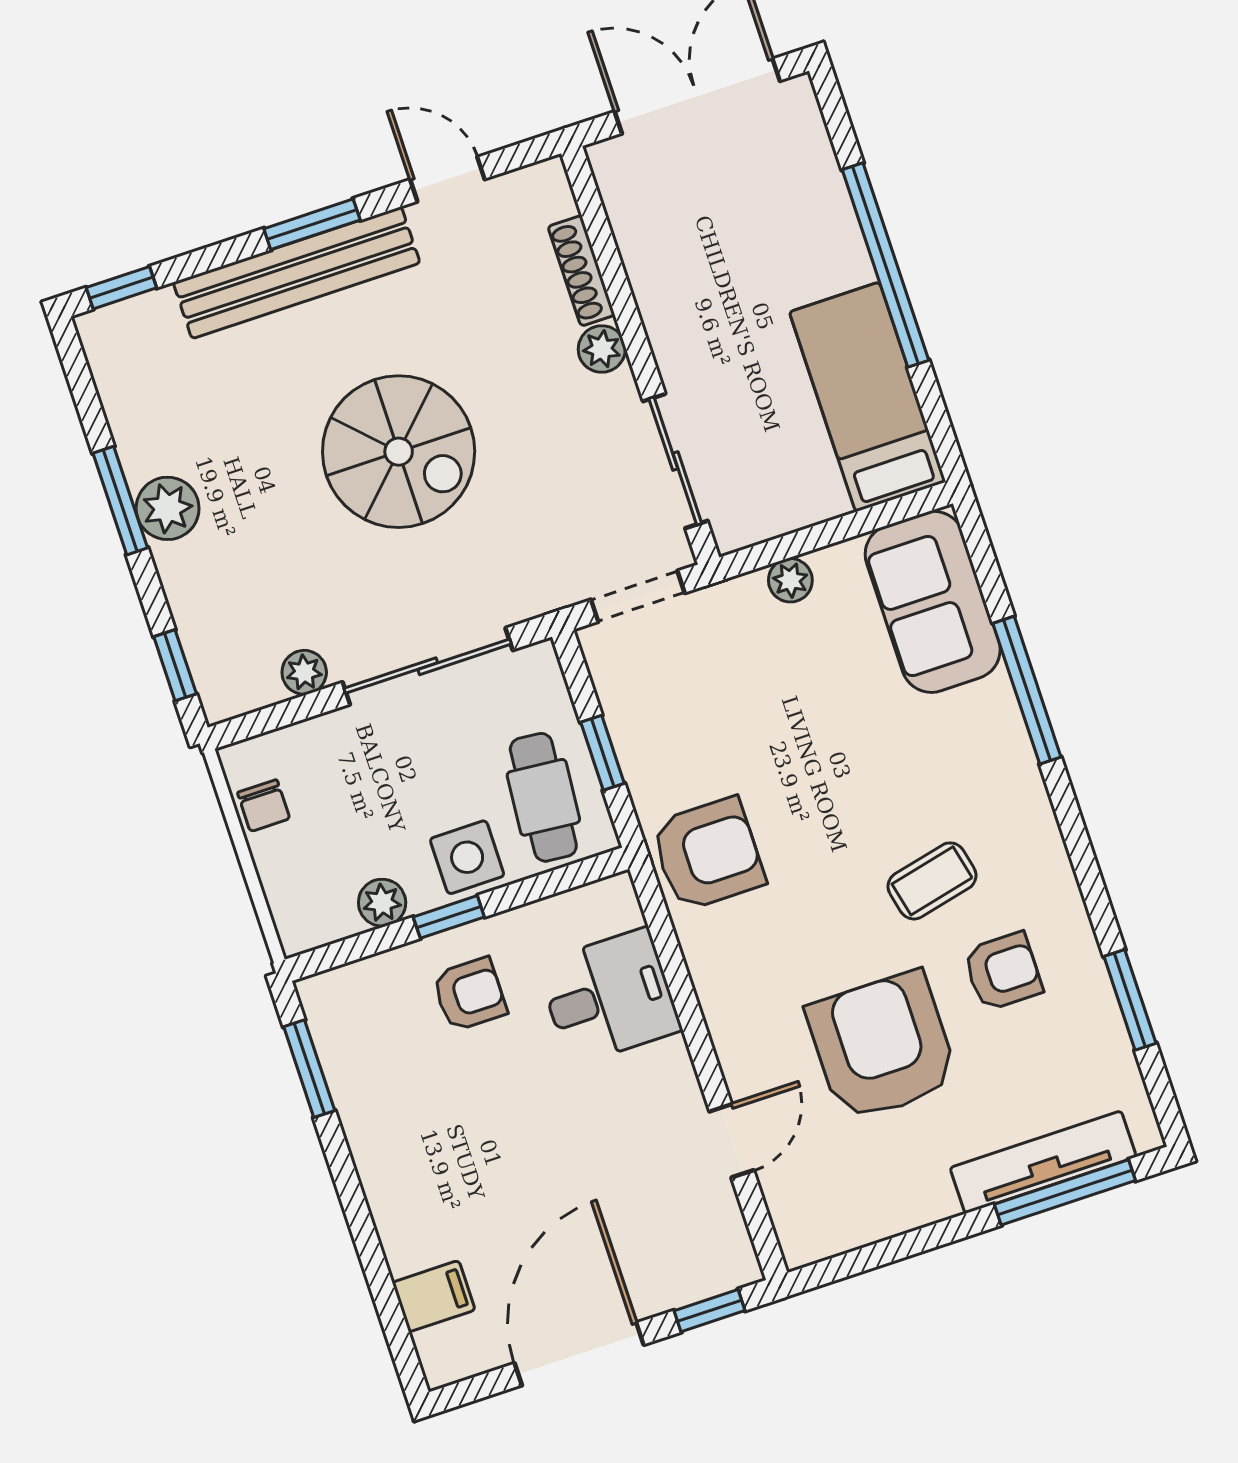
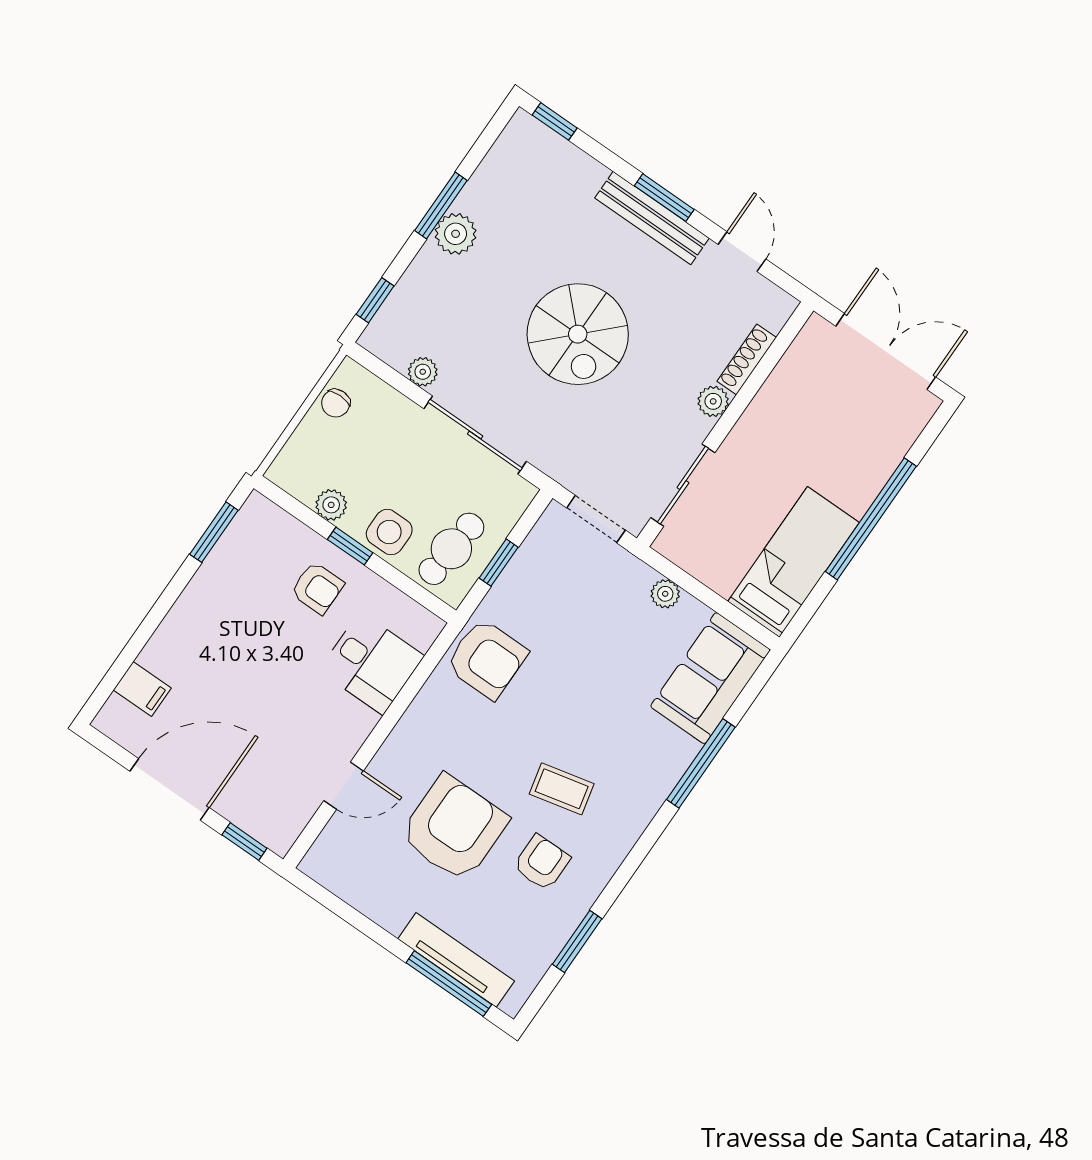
bench: (297, 273) -> (652, 218), width x0.73, depth x0.82
armchair: (1003, 971) -> (542, 863), turned -90

